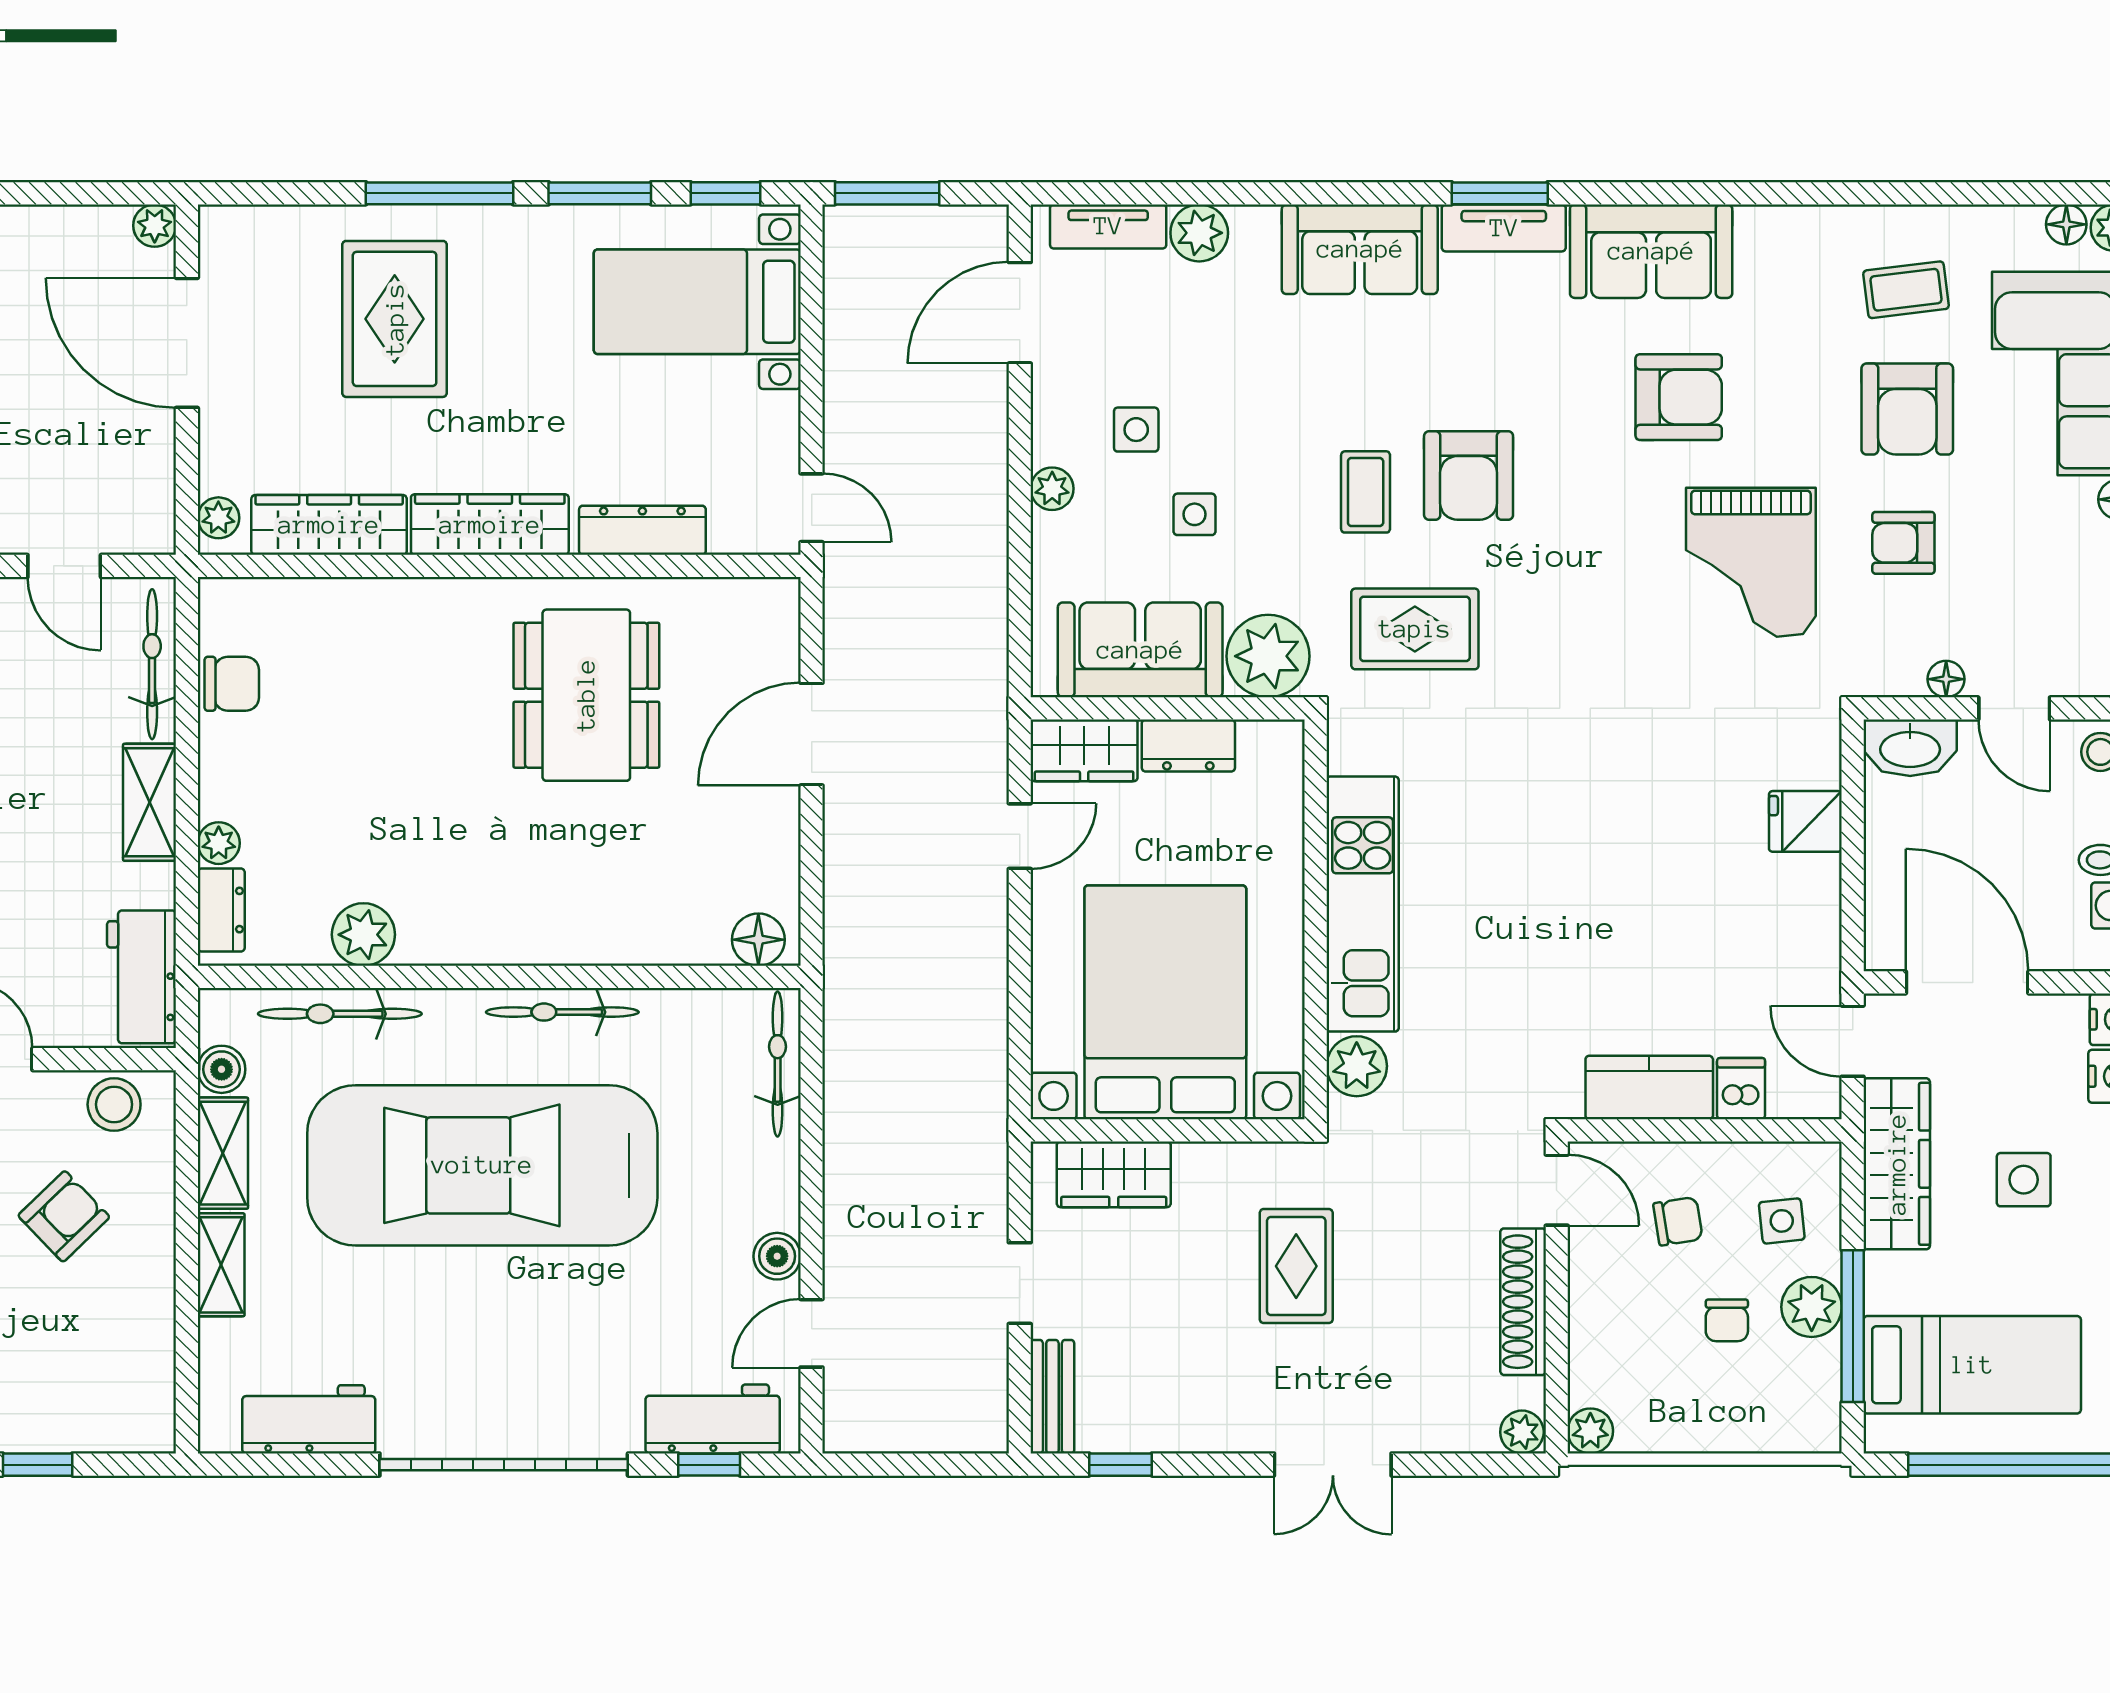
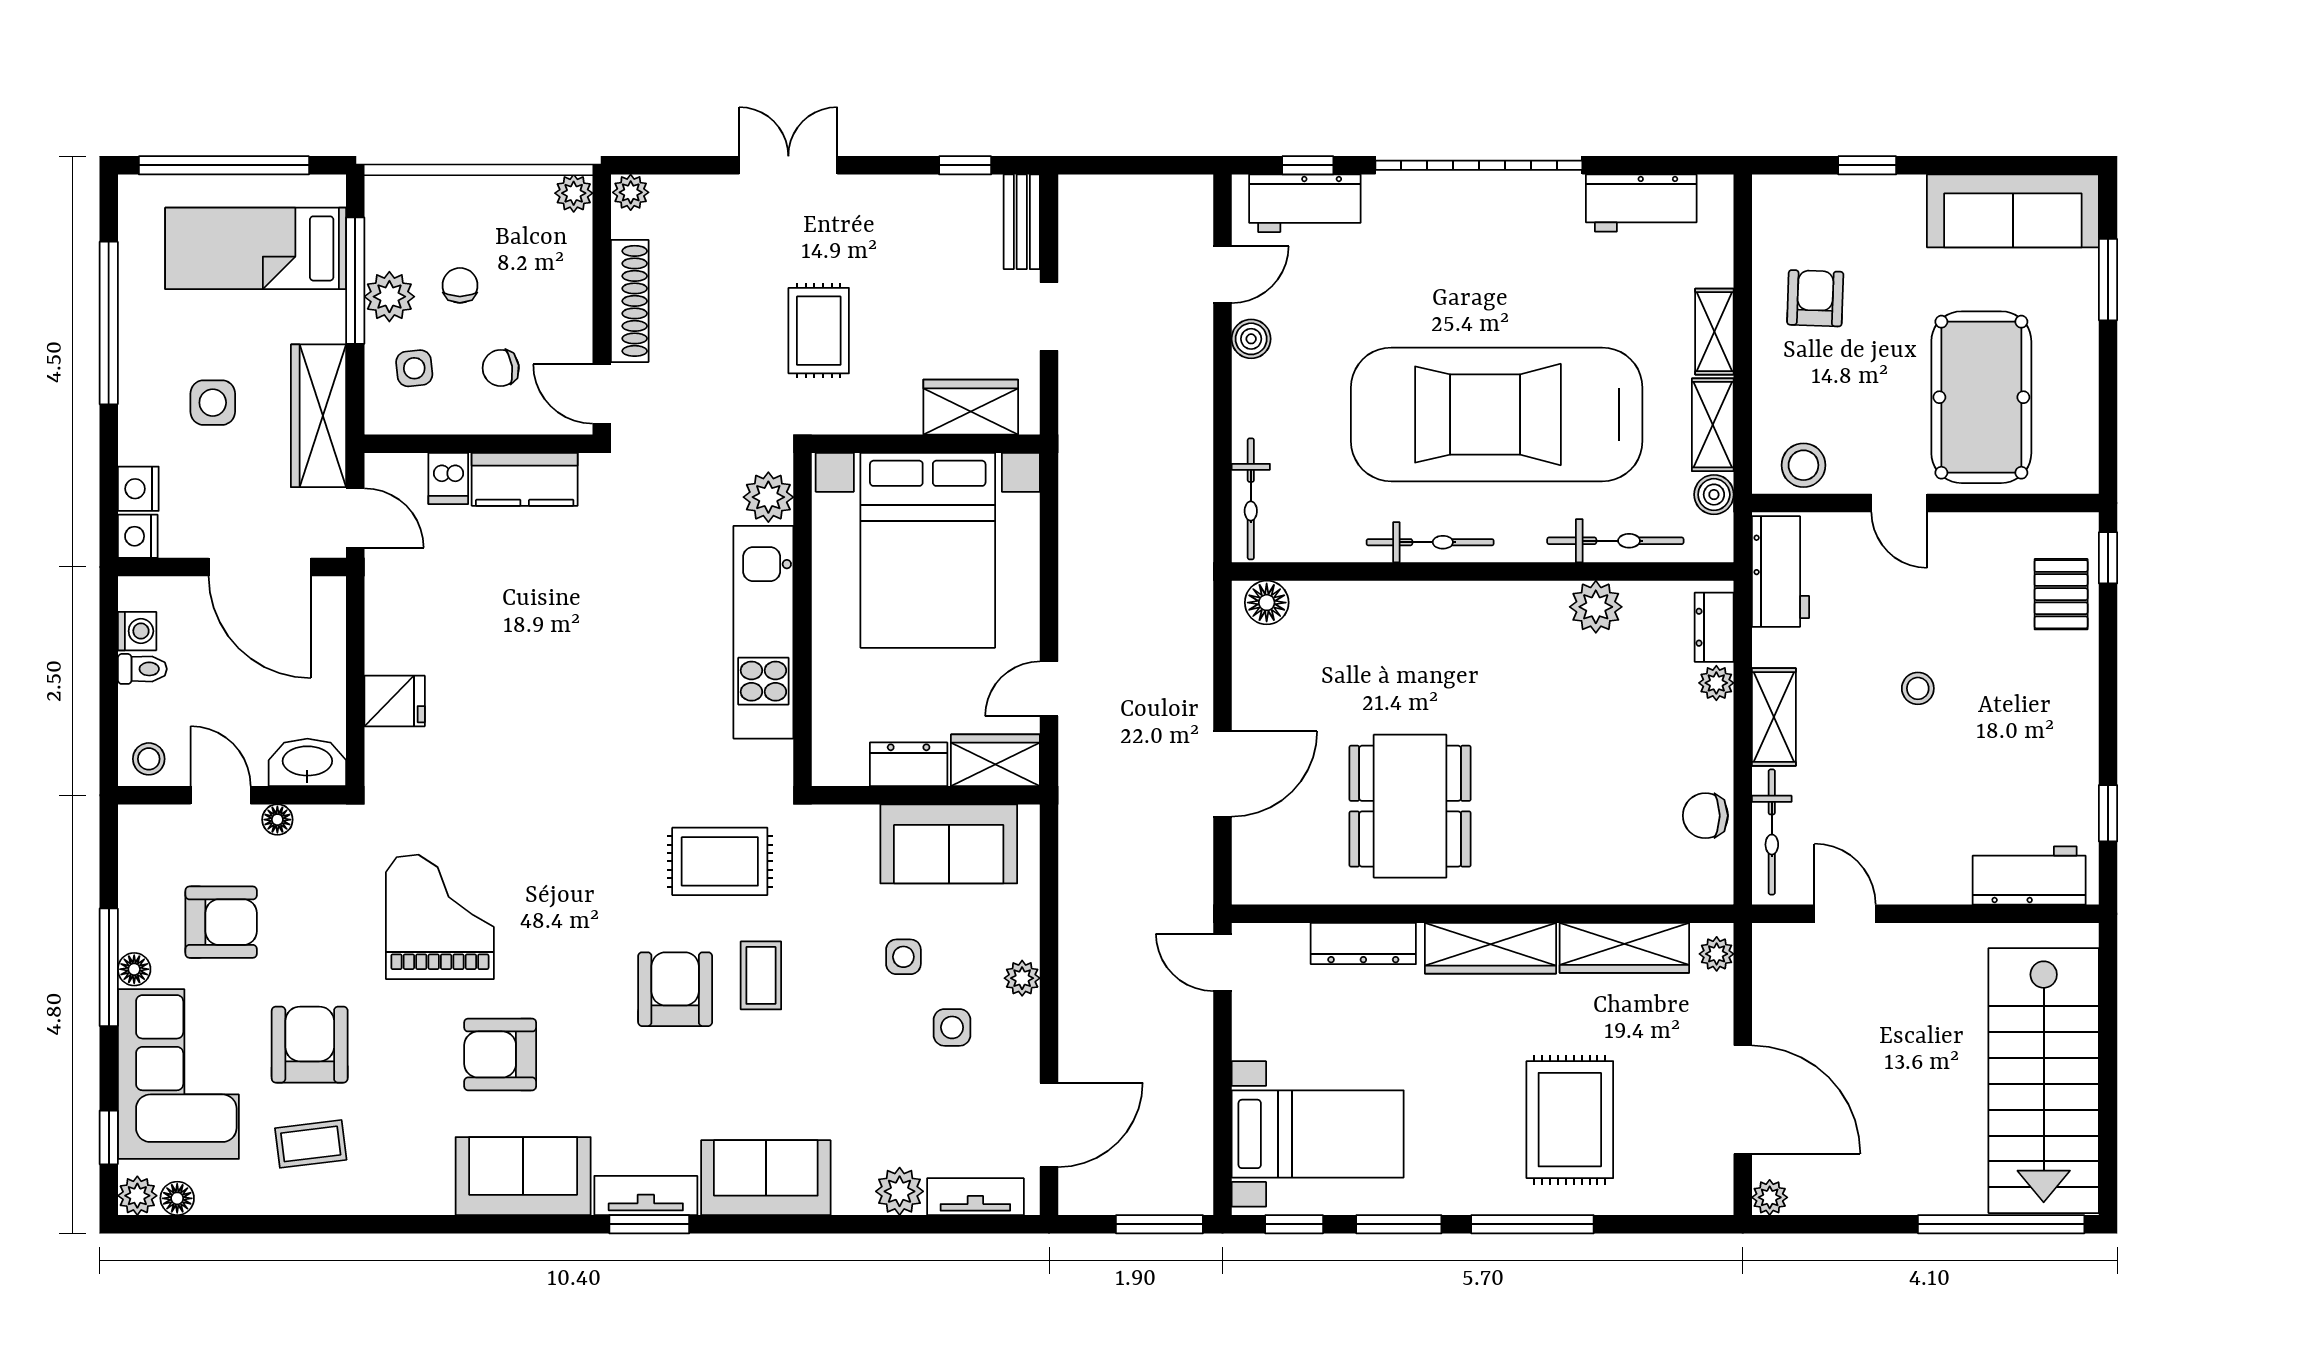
armchair: (1903, 543) -> (221, 922), moved, width x1.38, depth x1.38
plant: (1268, 656) -> (842, 839), removed
car: (482, 1165) -> (1497, 414), turned 180
armchair: (64, 1216) -> (1815, 298), moved, turned 136

